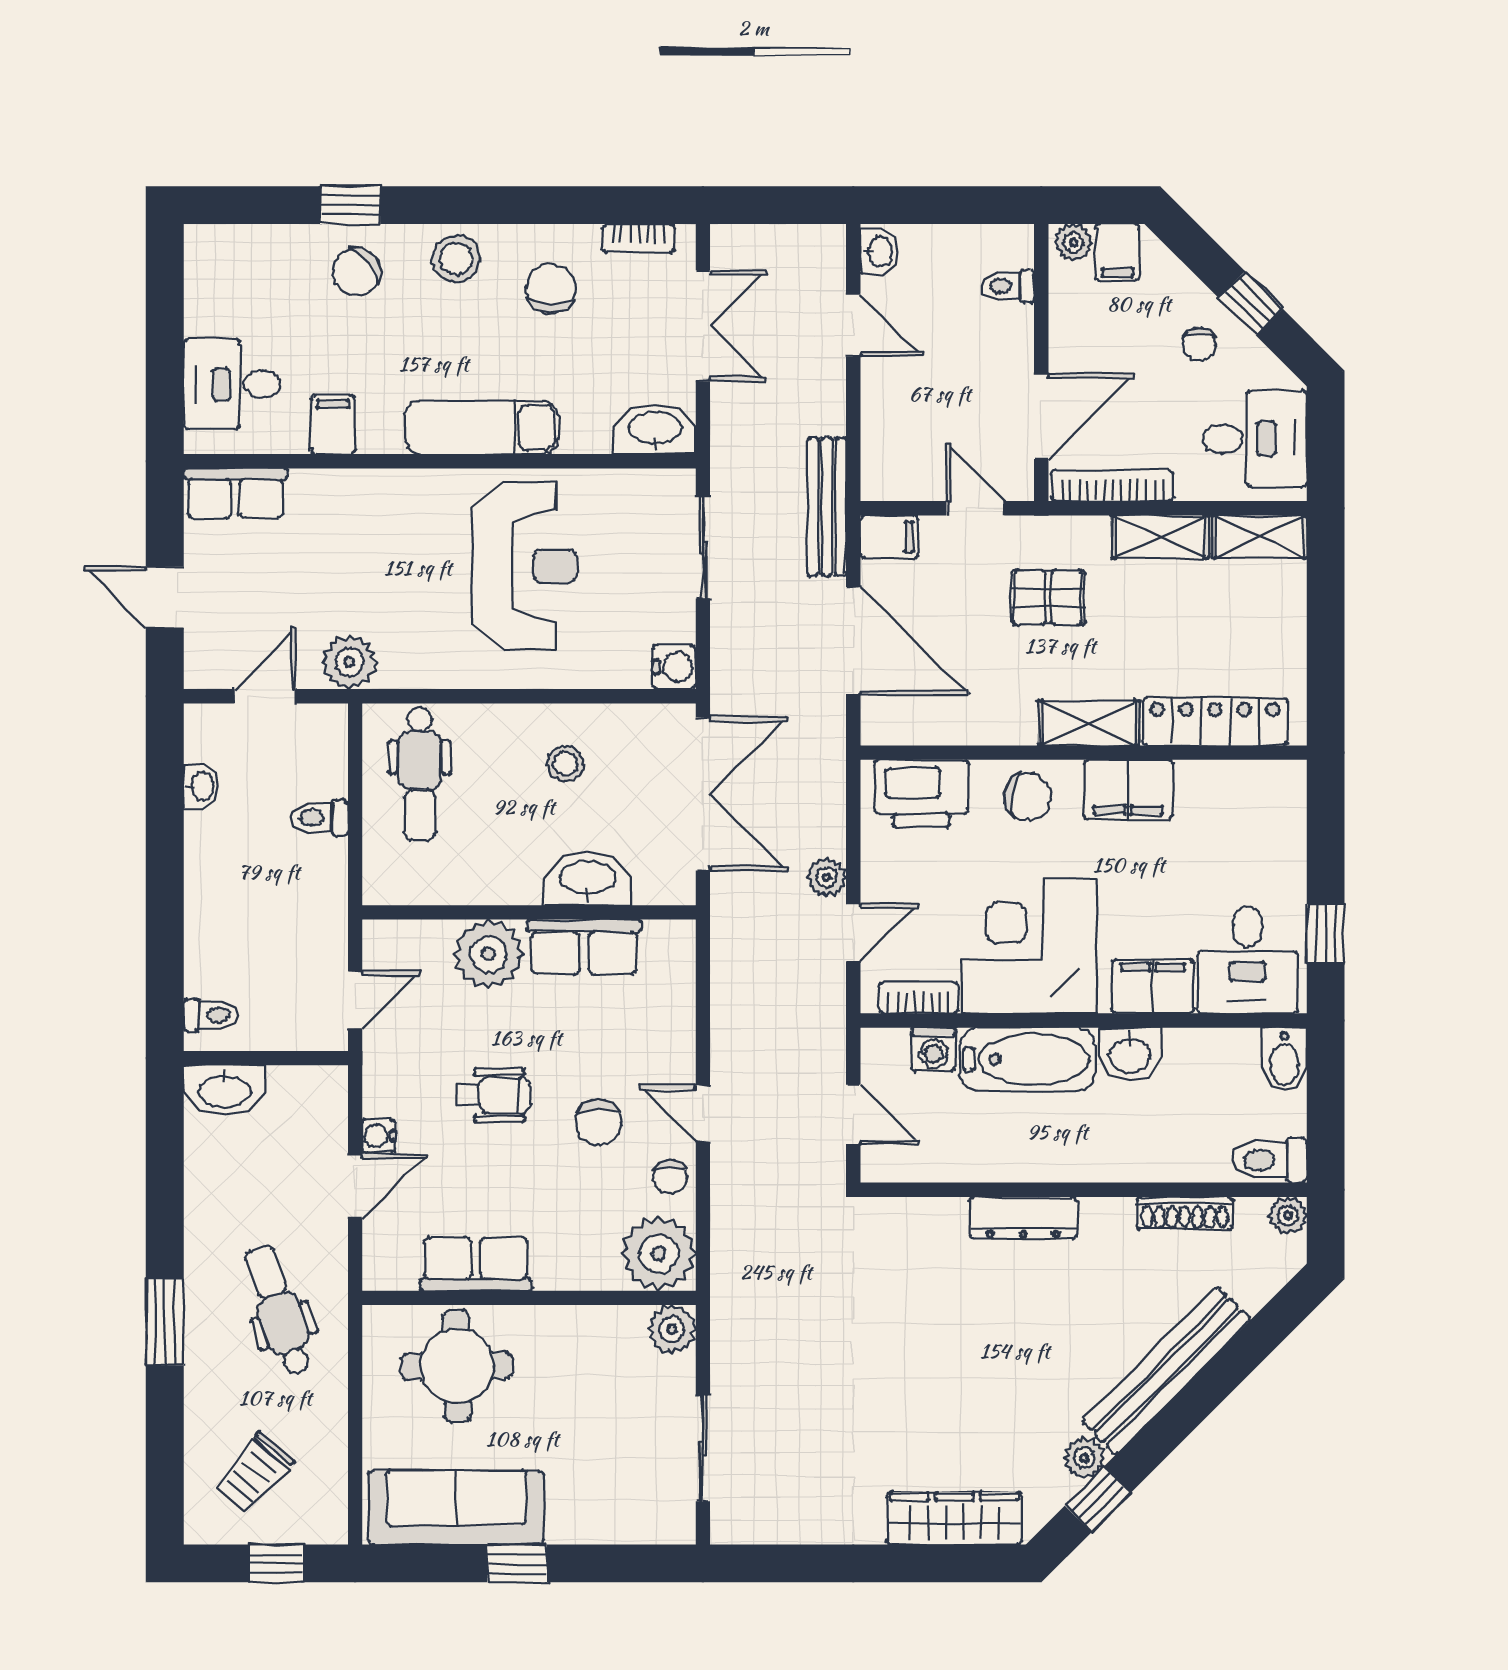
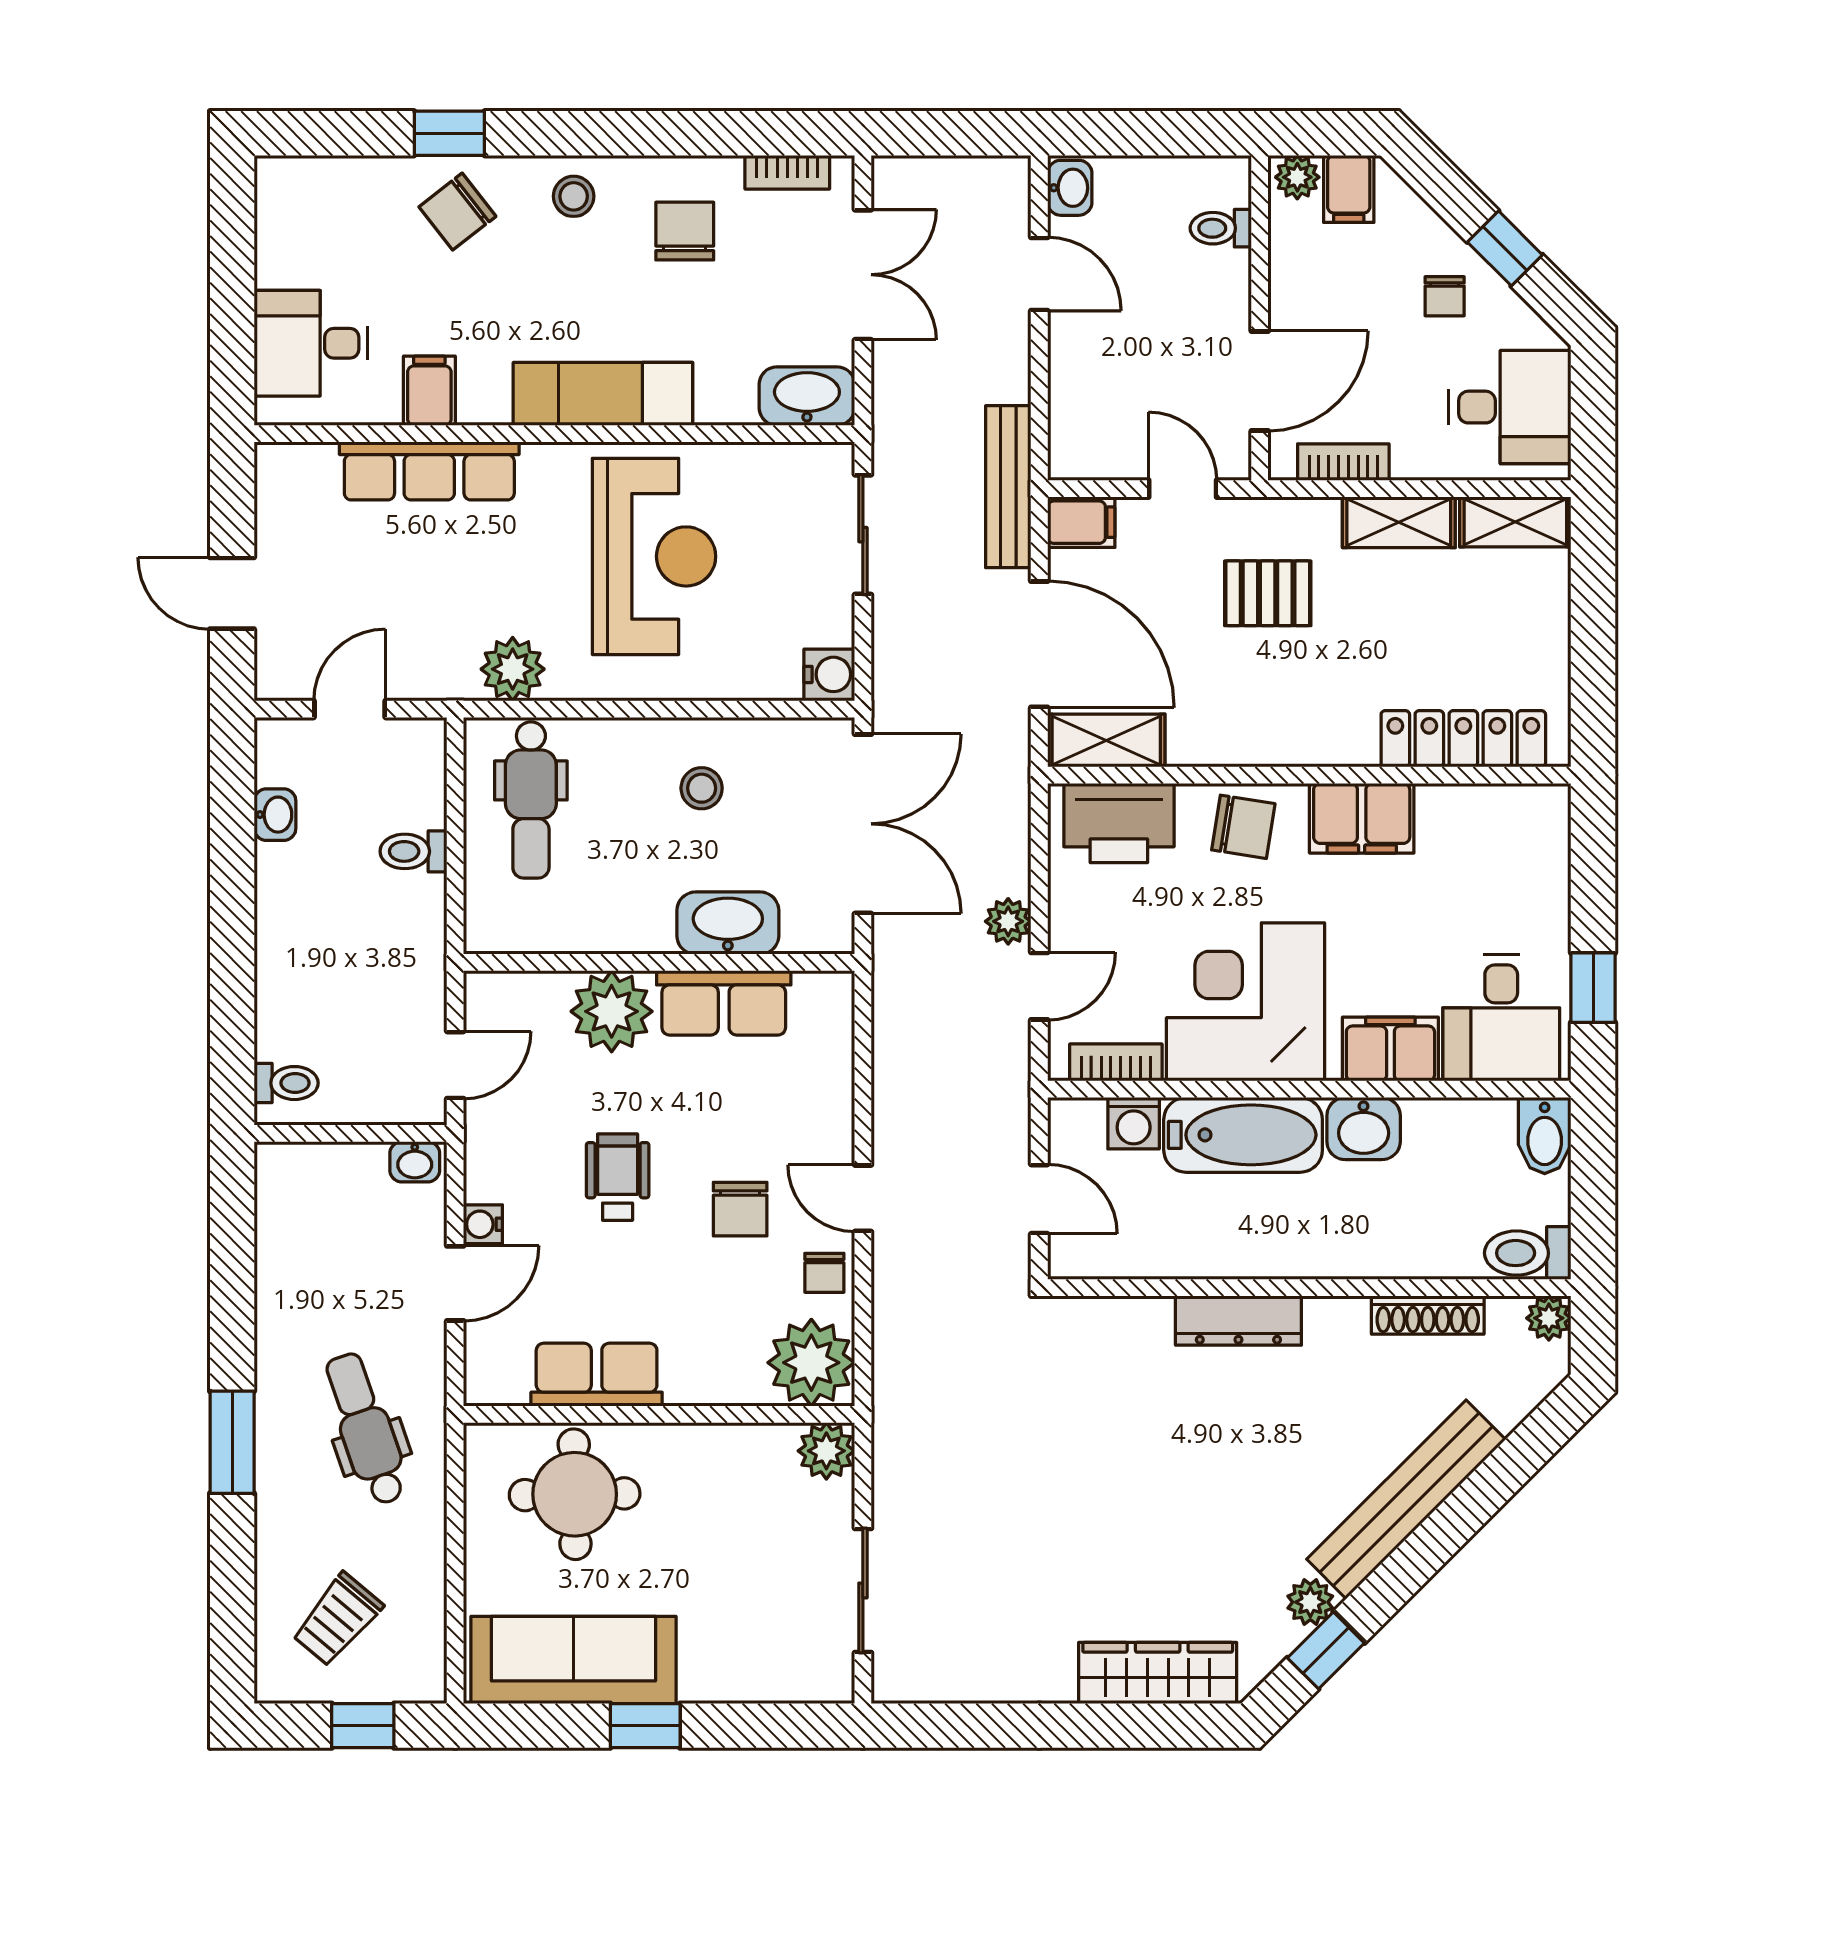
stool: (456, 259) -> (574, 196), width x0.73, depth x0.73
bookcase: (1113, 486) -> (1343, 462), width x0.64
row of seats: (235, 493) -> (429, 471), moved, width x1.48
plant: (349, 662) -> (513, 669), moved
shelving: (1089, 723) -> (1106, 740), moved
washbasin: (224, 1090) -> (415, 1162), moved, width x0.52, depth x0.69
wheelchair: (494, 1095) -> (618, 1177), turned -90

